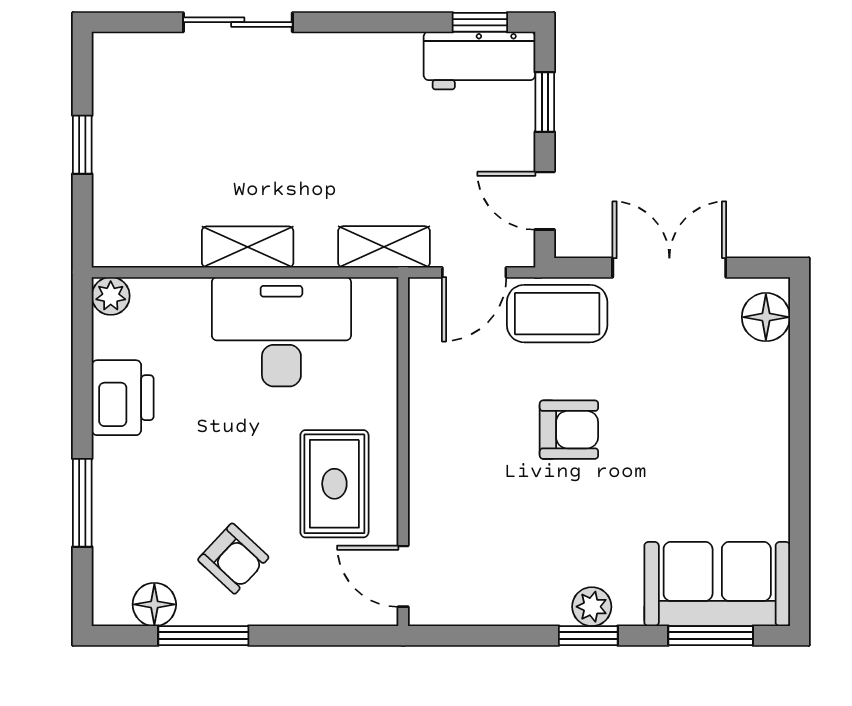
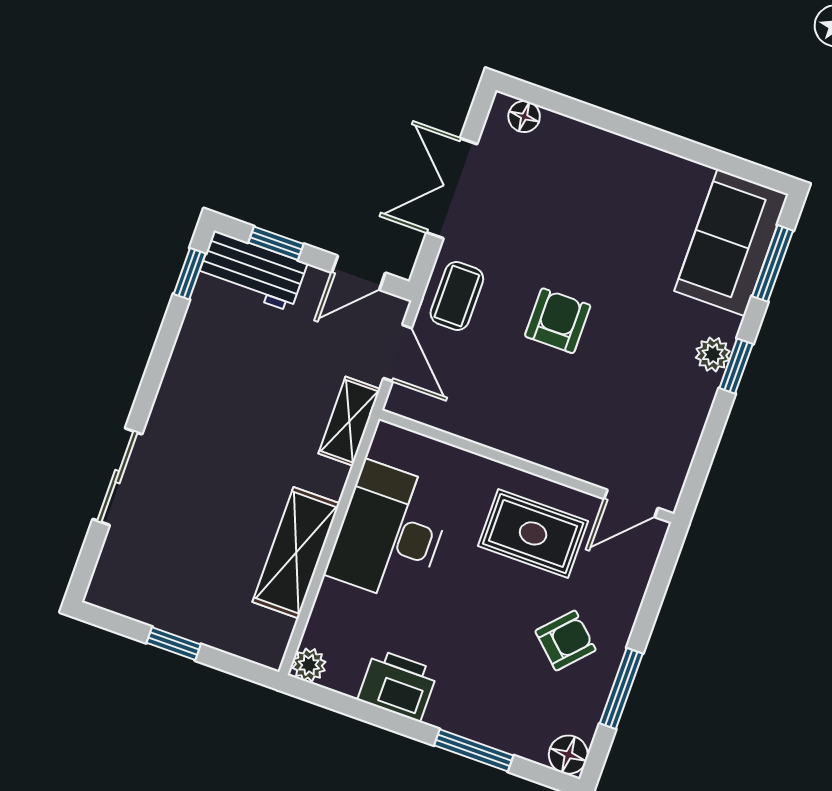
workbench: (479, 60) -> (252, 271), moved, turned 90
shelving: (248, 247) -> (296, 553), width x1.50, depth x1.33
coffee table: (557, 314) -> (457, 296), width x0.73, depth x0.77
floor lamp: (766, 317) -> (524, 117), width x0.73, depth x0.73
floor lamp: (154, 604) -> (568, 755), moved

